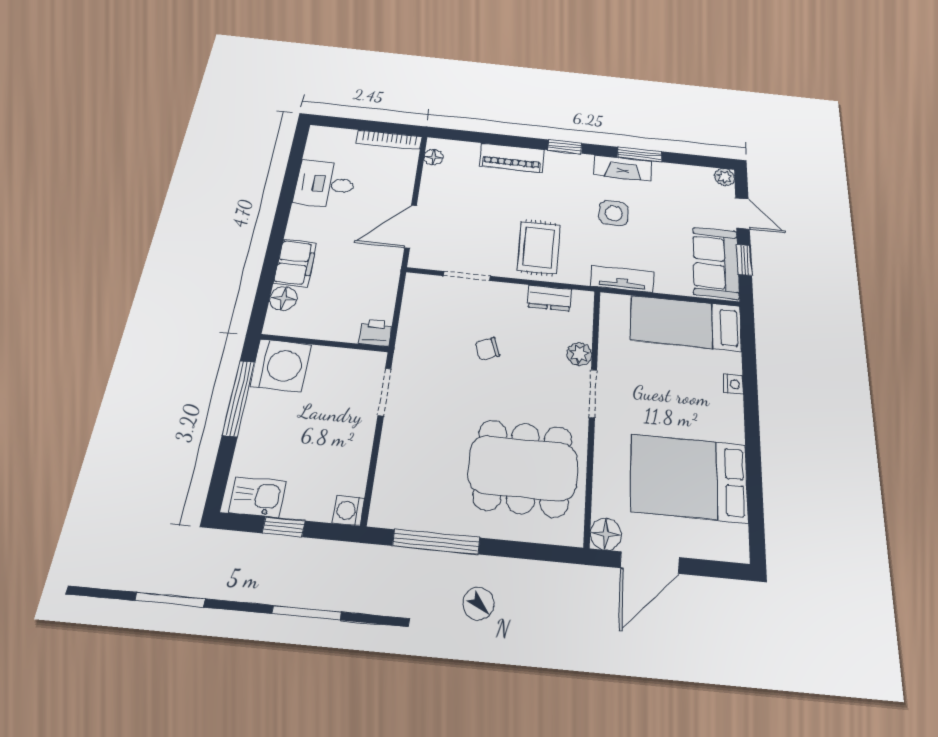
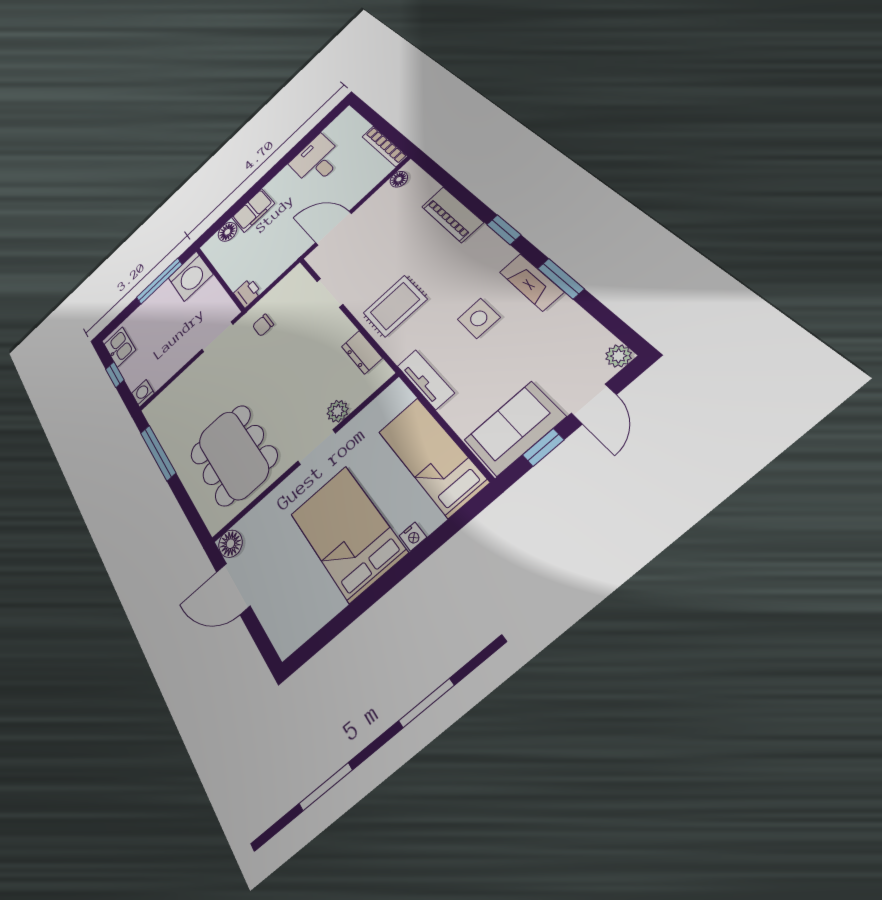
chair: (488, 349) -> (263, 325), moved, turned -69
bed: (689, 478) -> (347, 533), moved

